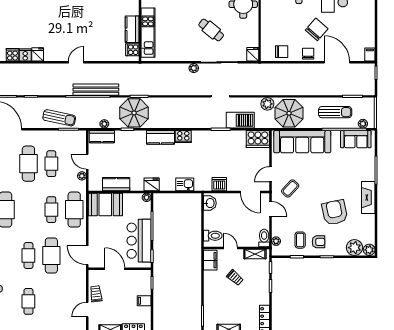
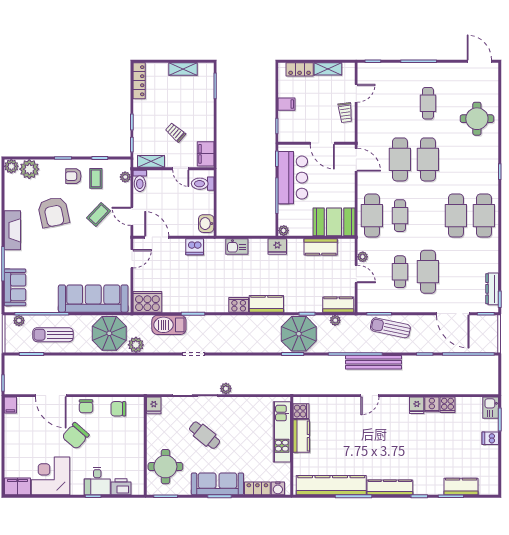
bench: (96, 90) -> (373, 362), moved
sofa: (356, 139) -> (15, 287), moved, turned 90
coffee table: (290, 188) -> (98, 214), moved
cafe table: (28, 256) -> (428, 159), width x1.37, depth x1.35

